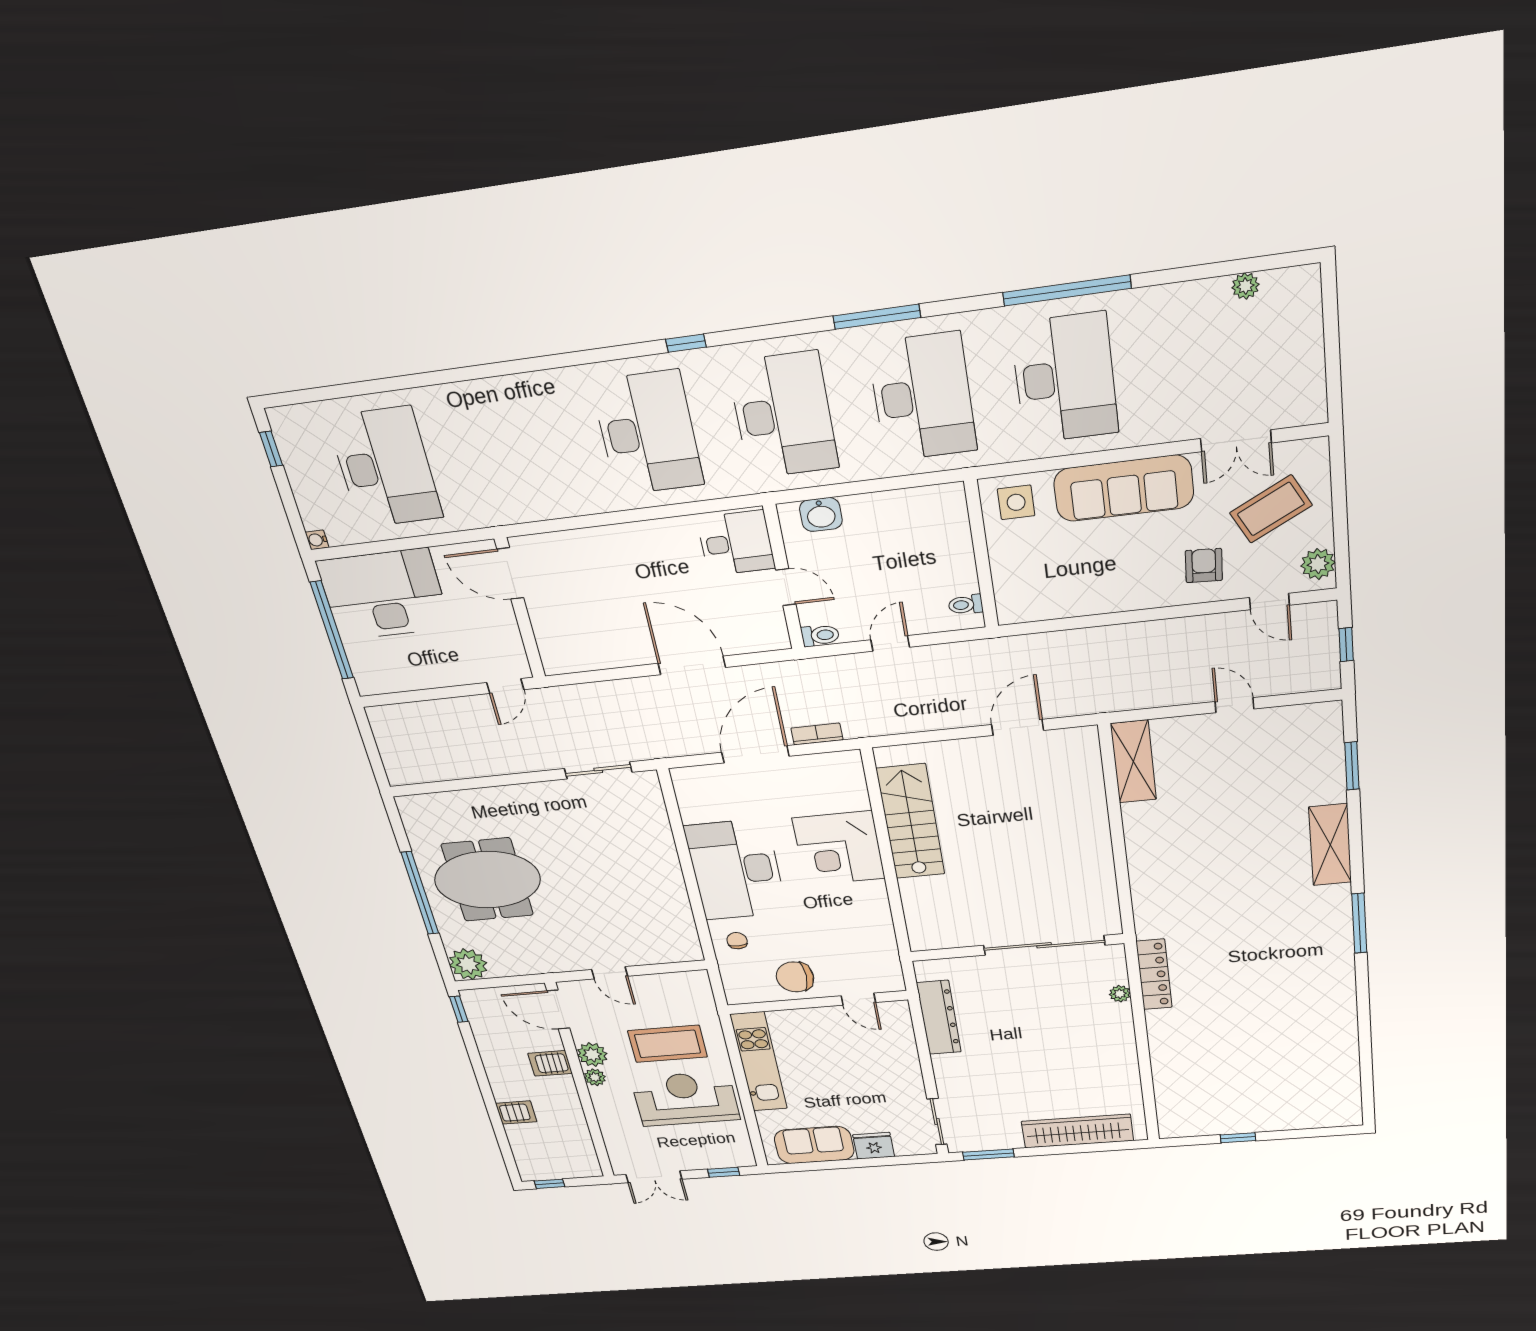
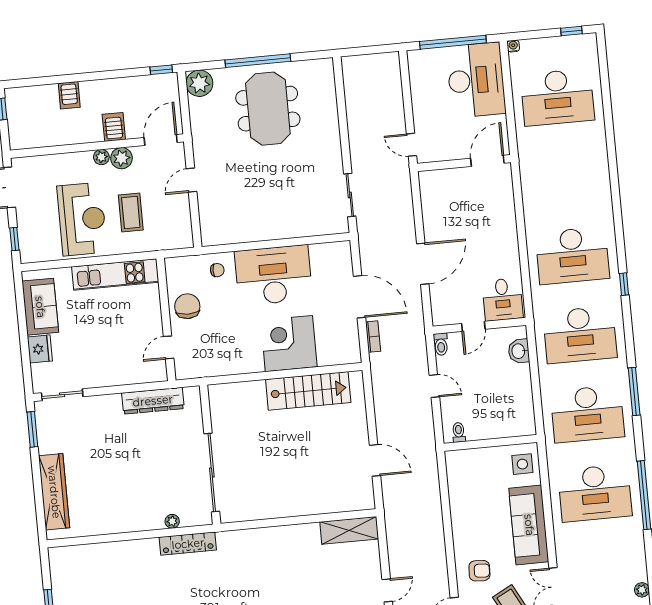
coffee table: (668, 1044) -> (131, 212), width x0.73, depth x0.76

